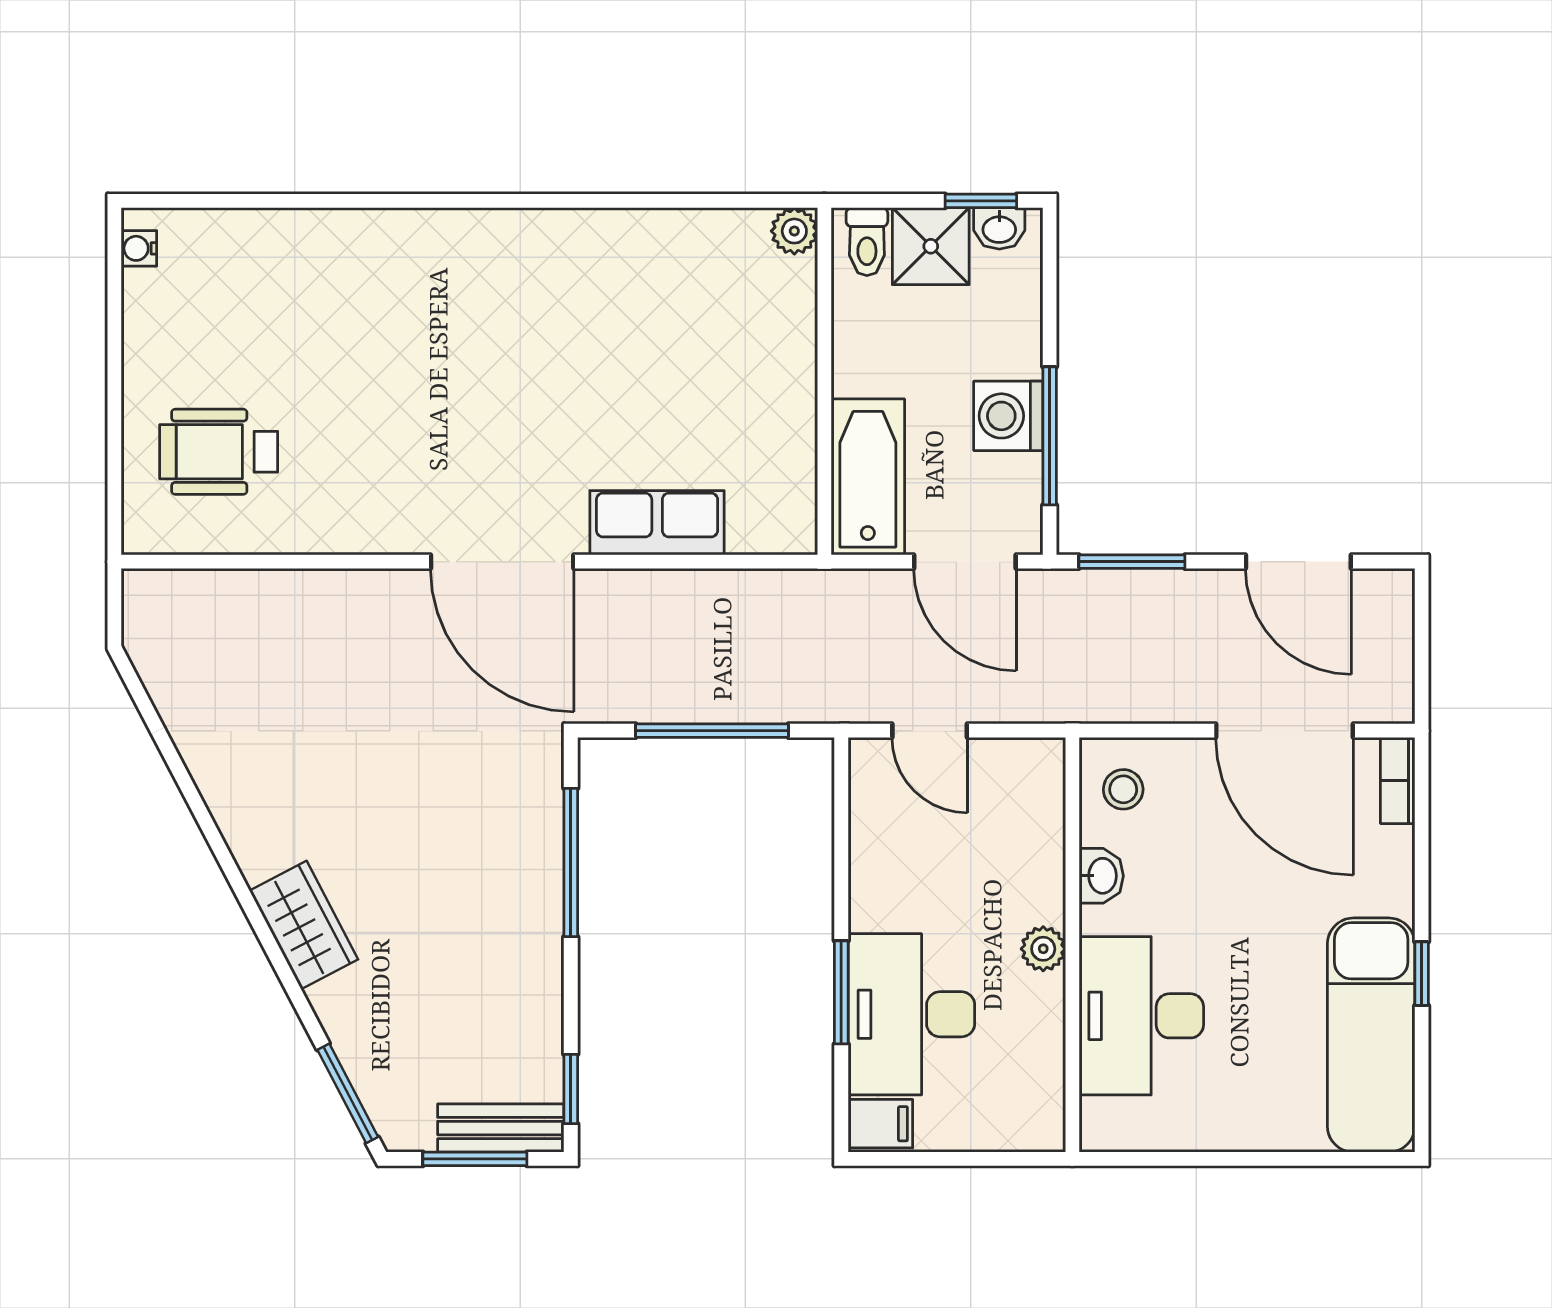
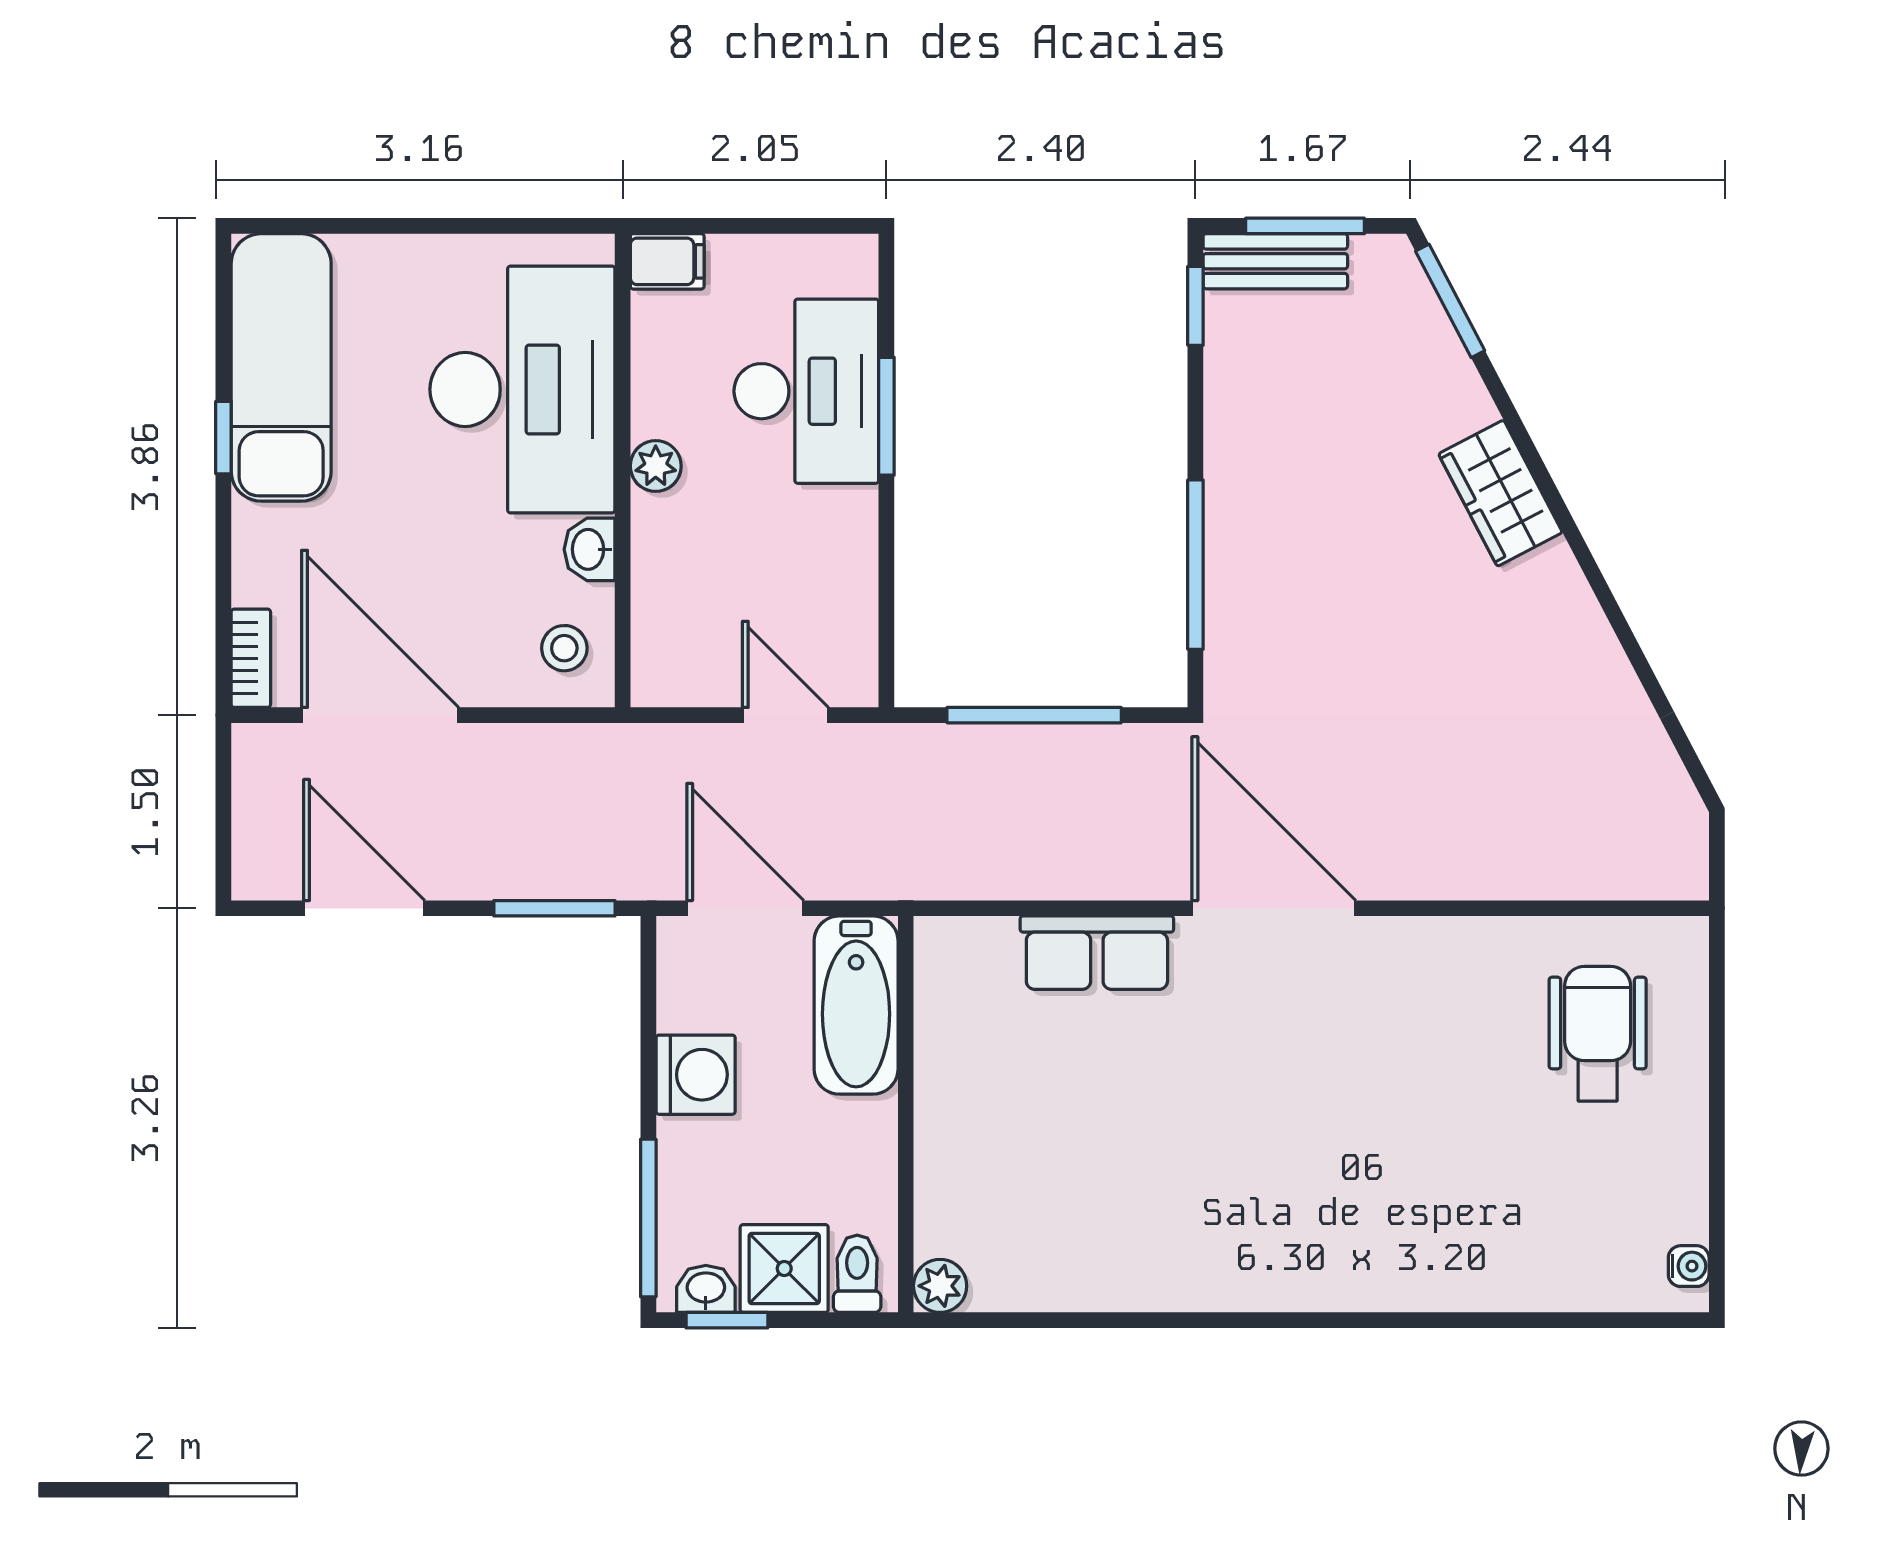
window: (1050, 436) -> (648, 1218), moved
wheelchair: (219, 452) -> (1598, 1034), turned -90
desk: (1141, 1016) -> (522, 389), width x1.36, depth x1.30
filing cabinet: (880, 1124) -> (667, 261), moved, turned 180

